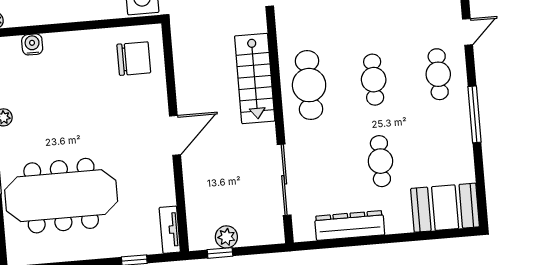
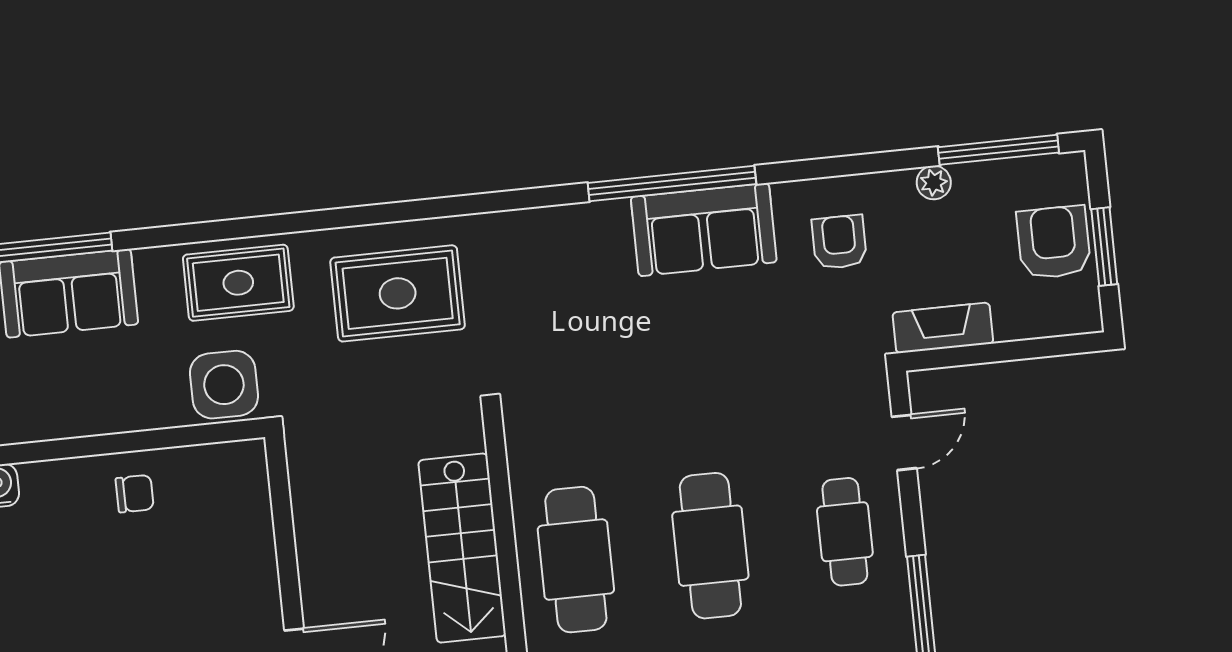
chair: (134, 59) -> (135, 494), moved, width x0.54, depth x0.54
cafe table: (374, 80) -> (710, 546), width x1.37, depth x1.35

